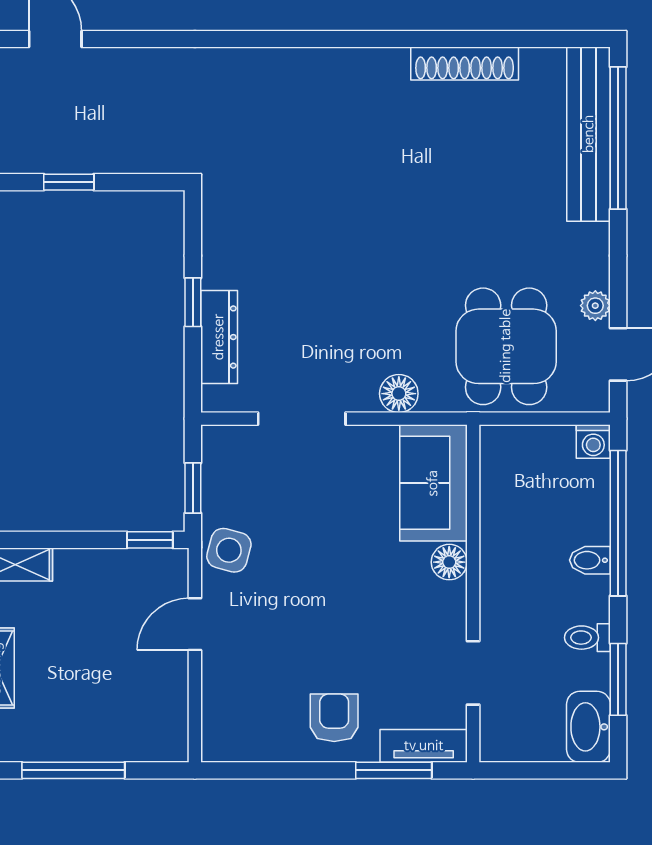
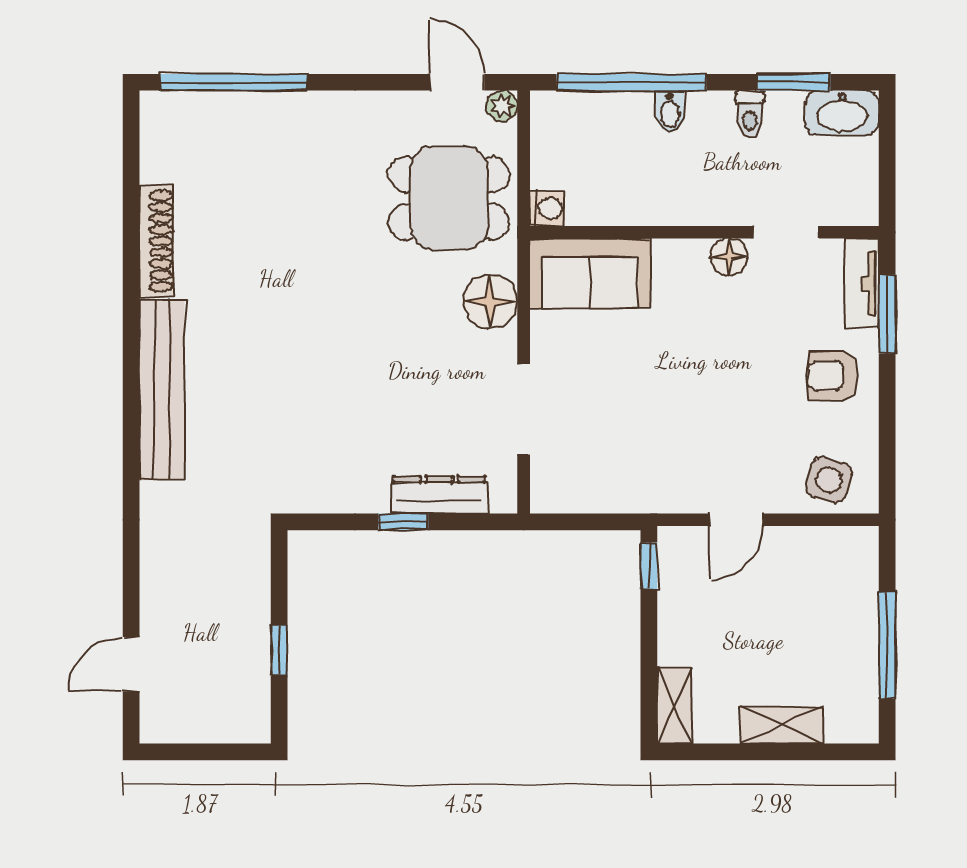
bench: (589, 134) -> (162, 390), moved, turned 90
plant: (595, 306) -> (502, 106), moved
floor lamp: (399, 394) -> (490, 301), width x1.38, depth x1.38
washing machine: (593, 441) -> (547, 209), moved
window: (193, 488) -> (595, 522), removed
side table: (229, 550) -> (829, 480), moved
floor lamp: (449, 562) -> (729, 257), moved
door: (195, 624) -> (736, 520), hinge flipped

